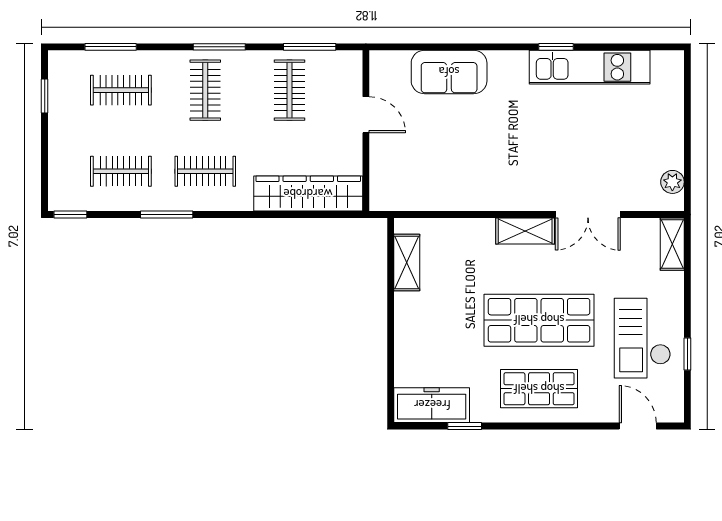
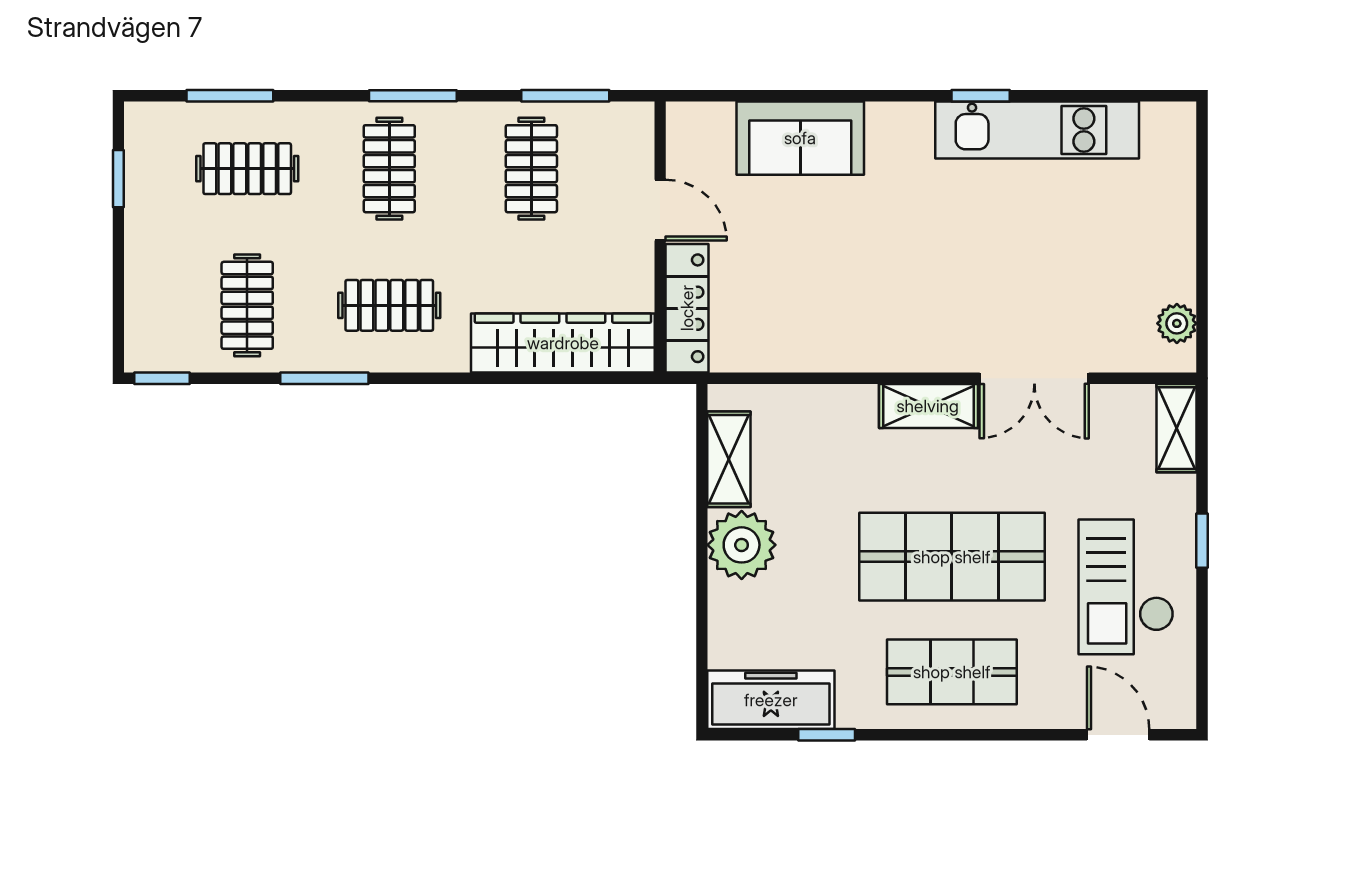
clothes rail: (121, 171) -> (247, 305), turned 90
locker: (382, 173) -> (687, 308), added
plant: (414, 313) -> (742, 545), added
window: (687, 354) -> (1202, 541), moved

